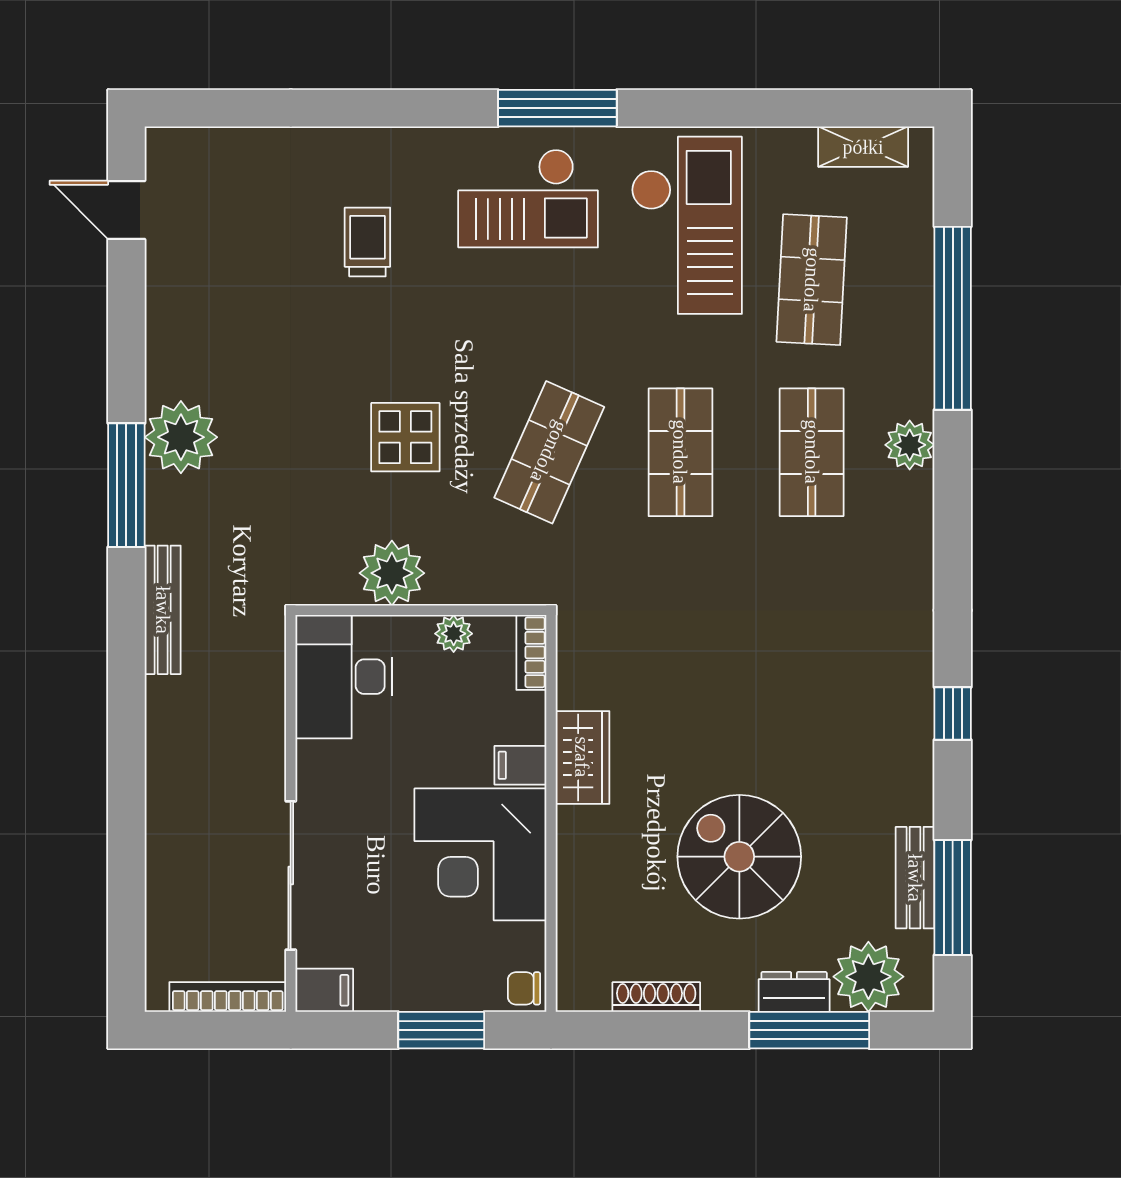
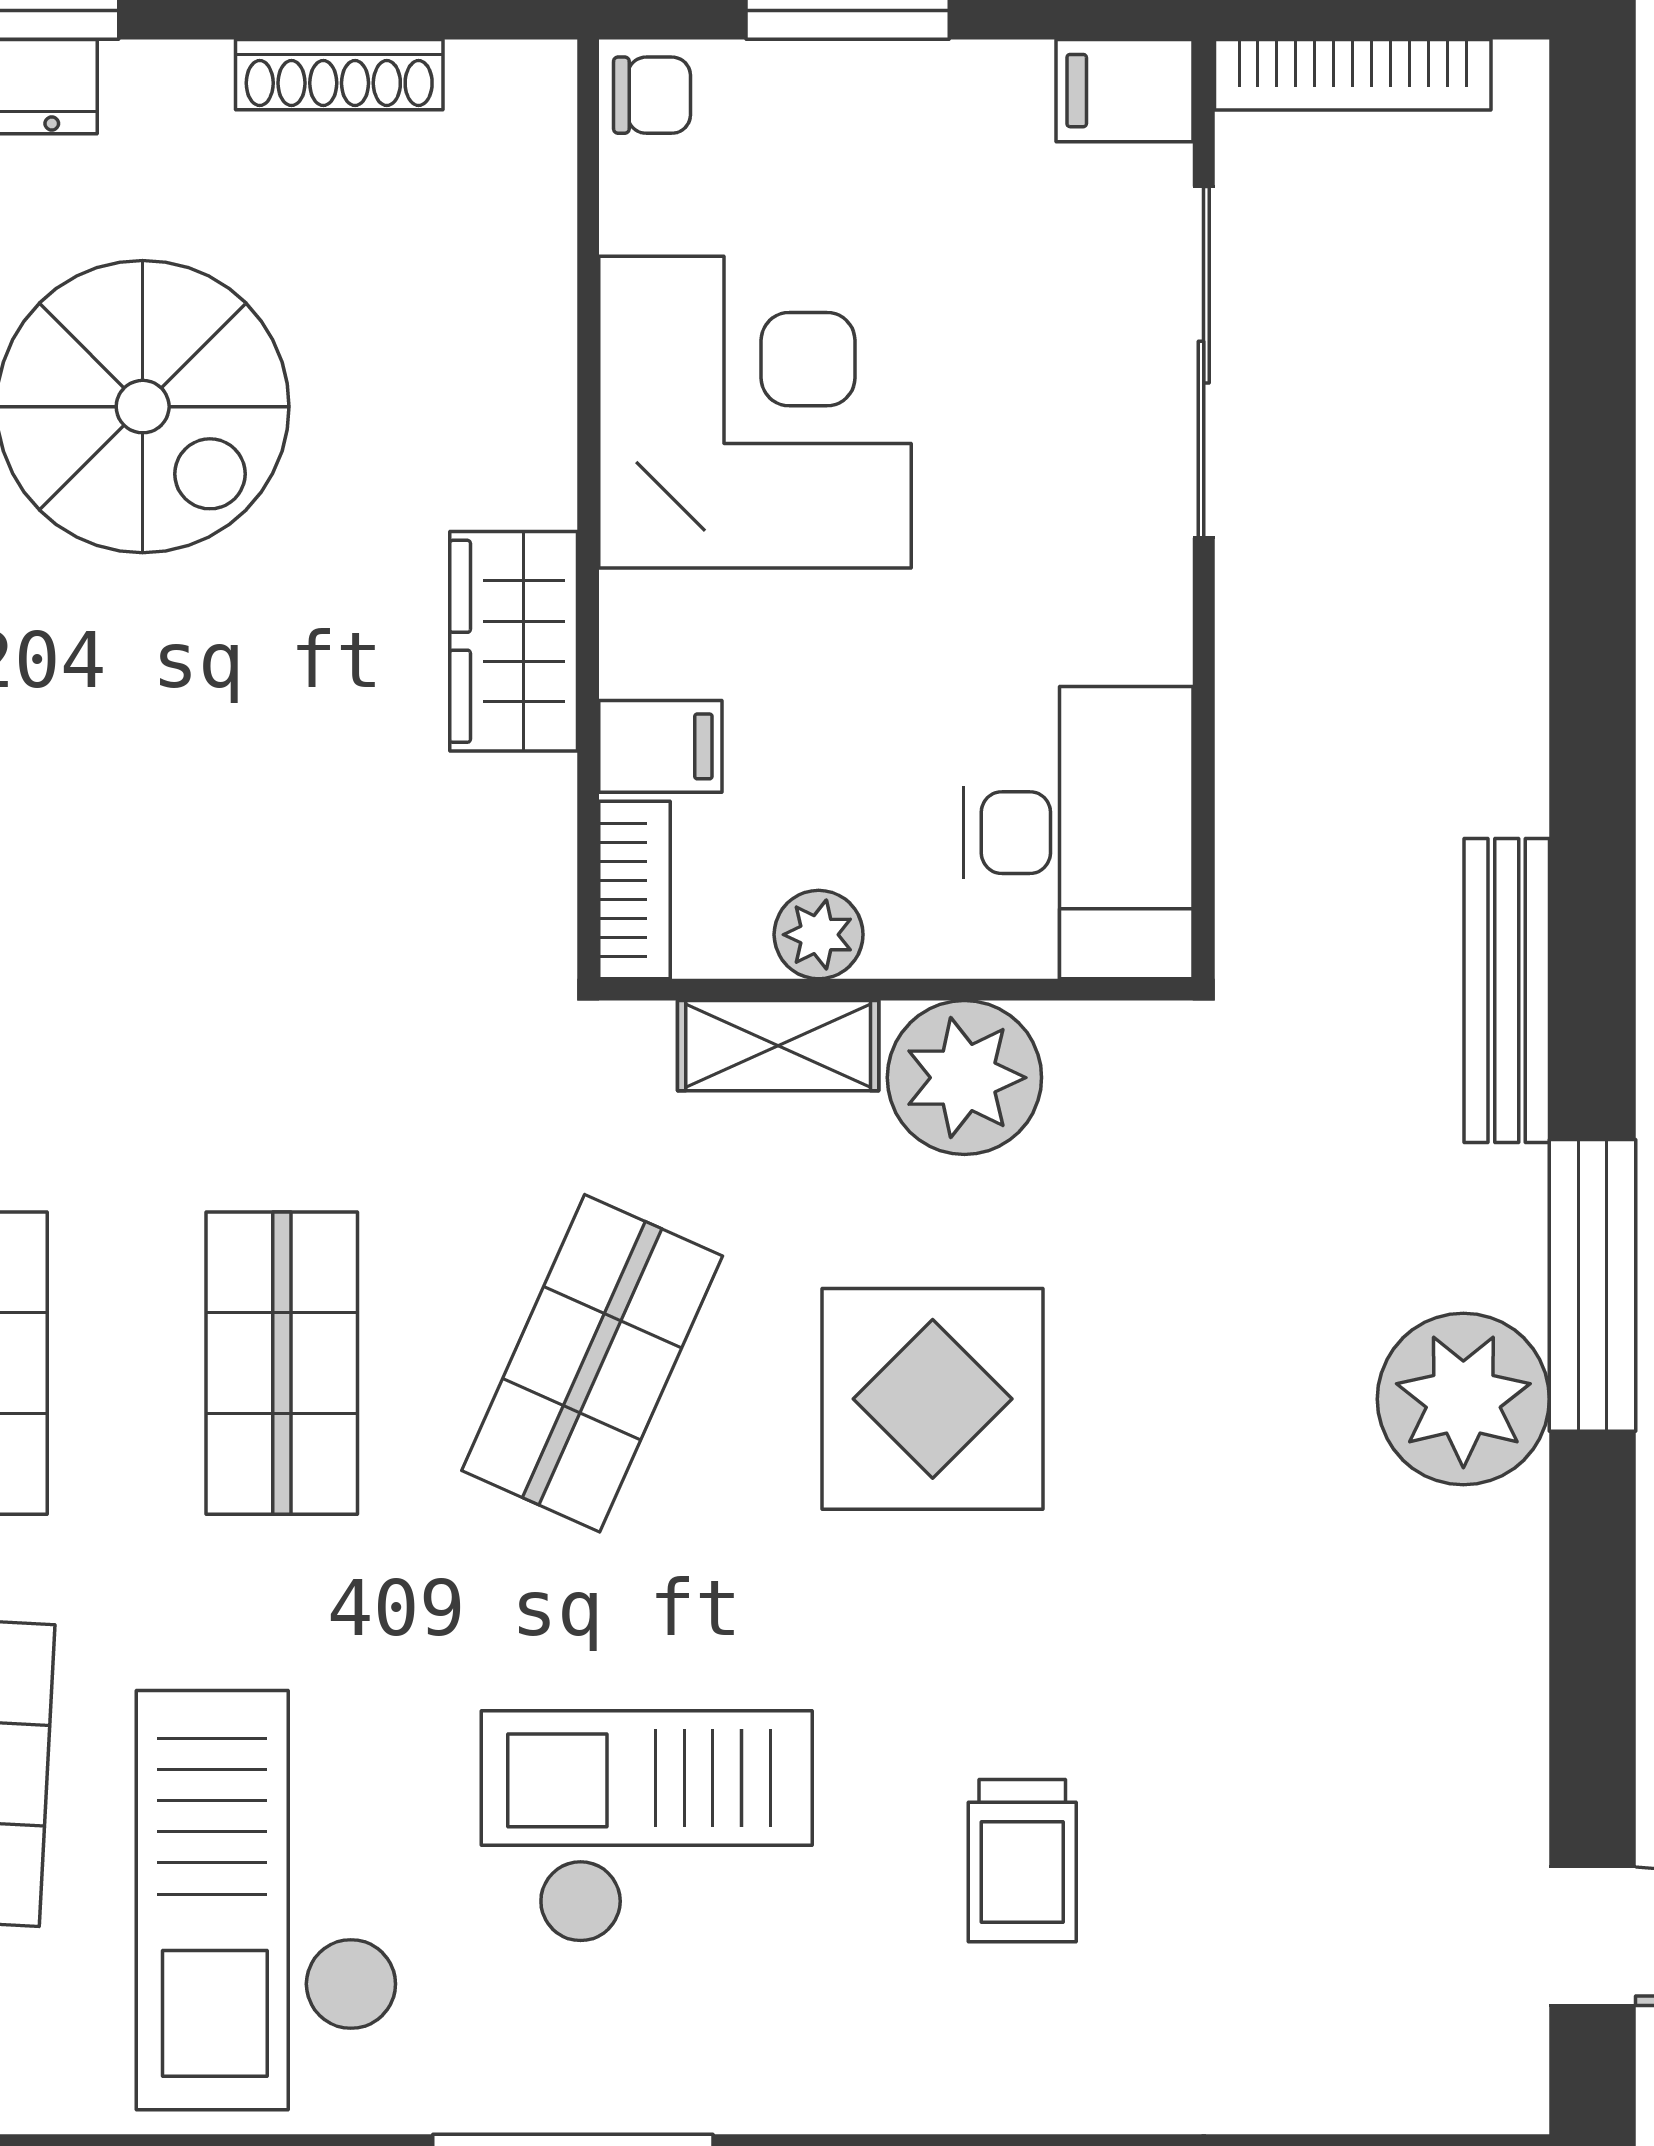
checkout: (528, 198) -> (647, 1827), moved
display table: (405, 437) -> (933, 1399), width x1.36, depth x1.36
shelving: (471, 587) -> (778, 1046), added
filing cabinet: (520, 765) -> (660, 746), moved

